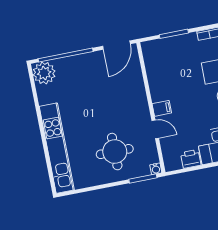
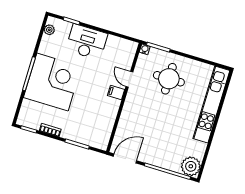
printer: (191, 159) -> (114, 43), removed

